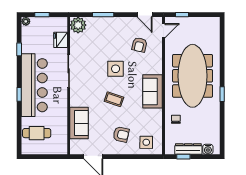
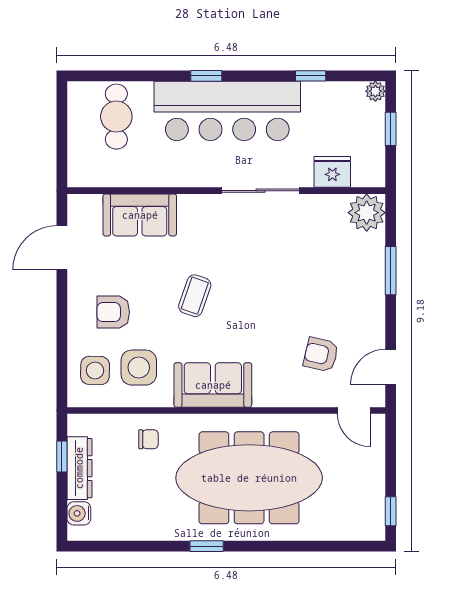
window: (182, 15) -> (391, 511), moved
side table: (116, 69) -> (139, 368), moved
armchair: (121, 134) -> (113, 312), turned 78

